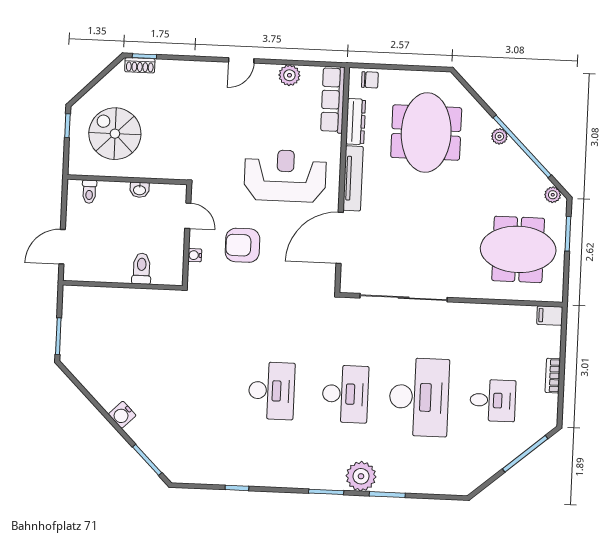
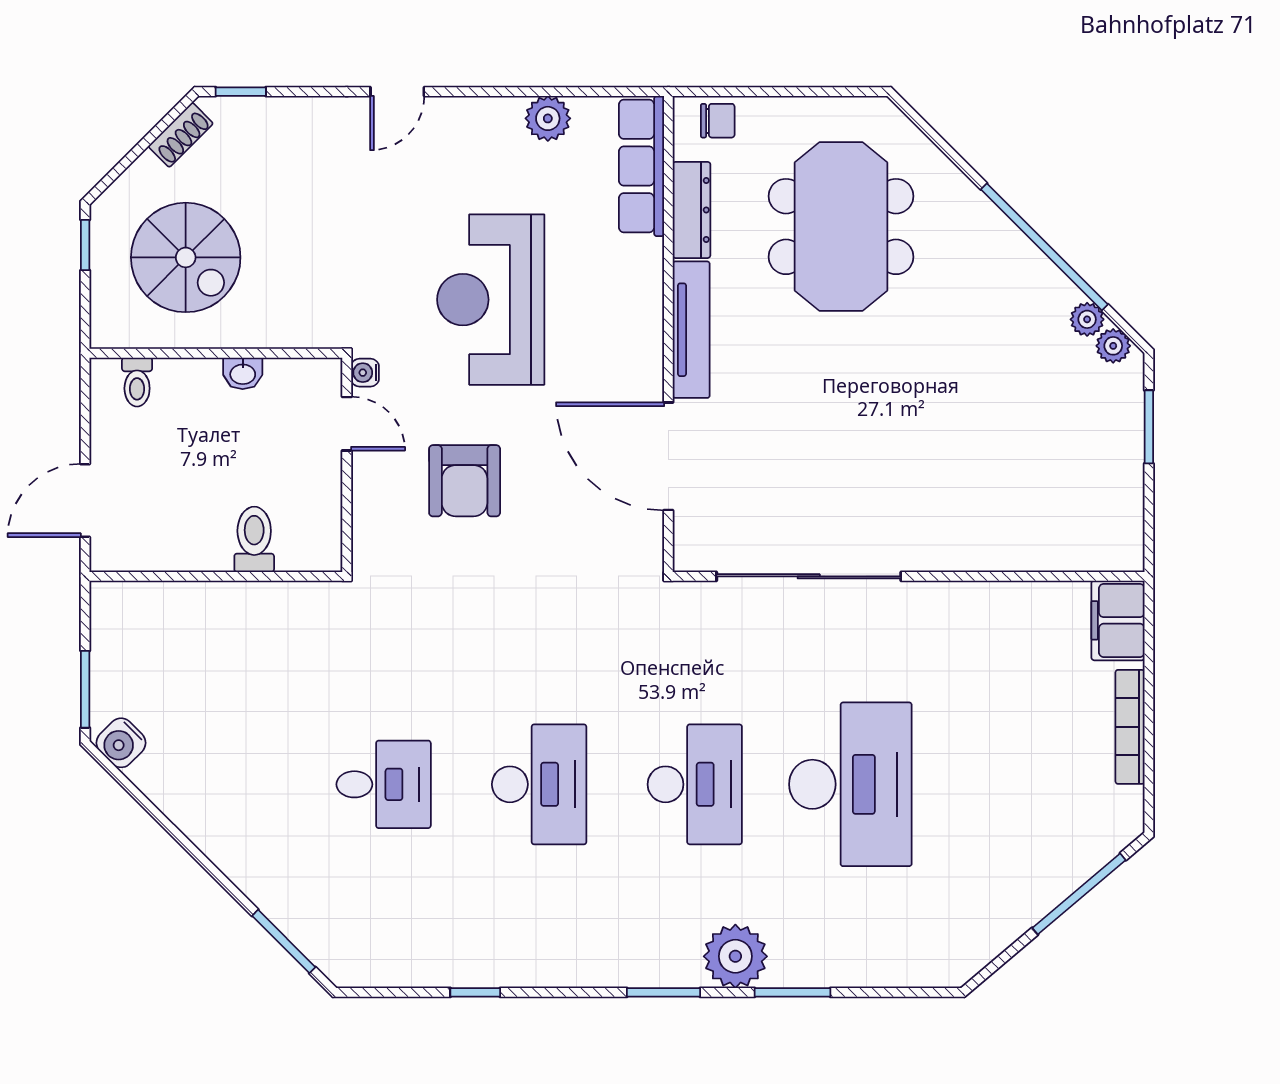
door: (241, 60) -> (397, 92), moved
shoe rack: (140, 65) -> (181, 135), moved, turned -45
spiral stairs: (115, 134) -> (186, 257), turned 180
plant: (499, 136) -> (1087, 319), moved
reception desk: (285, 176) -> (491, 300), moved, turned -90
door: (340, 238) -> (668, 456), hinge flipped
armchair: (242, 245) -> (465, 481), turned -90
meeting table: (518, 249) -> (1045, 464), removed
water cooler: (195, 255) -> (365, 373), moved
filing cabinet: (550, 316) -> (1118, 620), width x2.00
bookcase: (553, 376) -> (1130, 727), width x1.56
desk: (493, 400) -> (384, 784), moved
water cooler: (122, 415) -> (121, 743), moved

